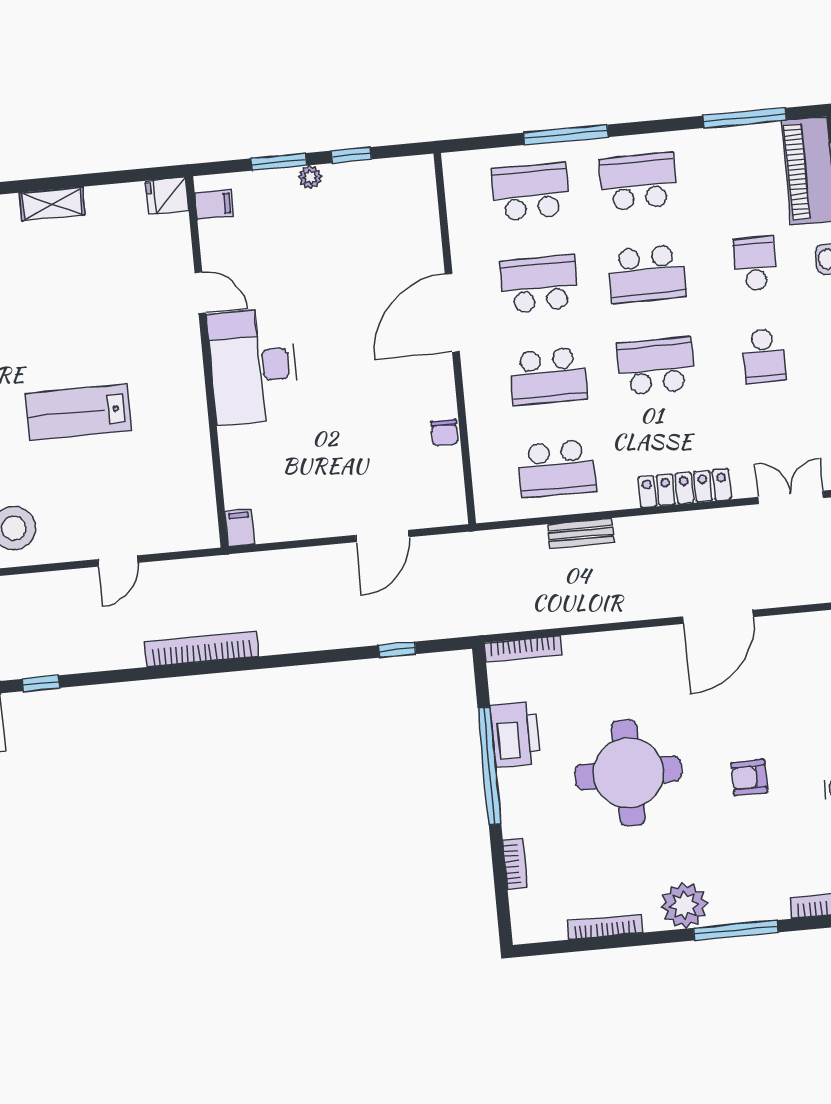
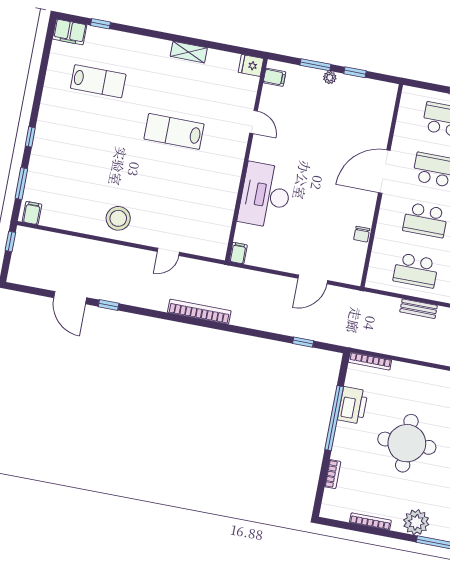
desk: (253, 366) -> (265, 195), moved
lab bench: (78, 412) -> (174, 131), moved

